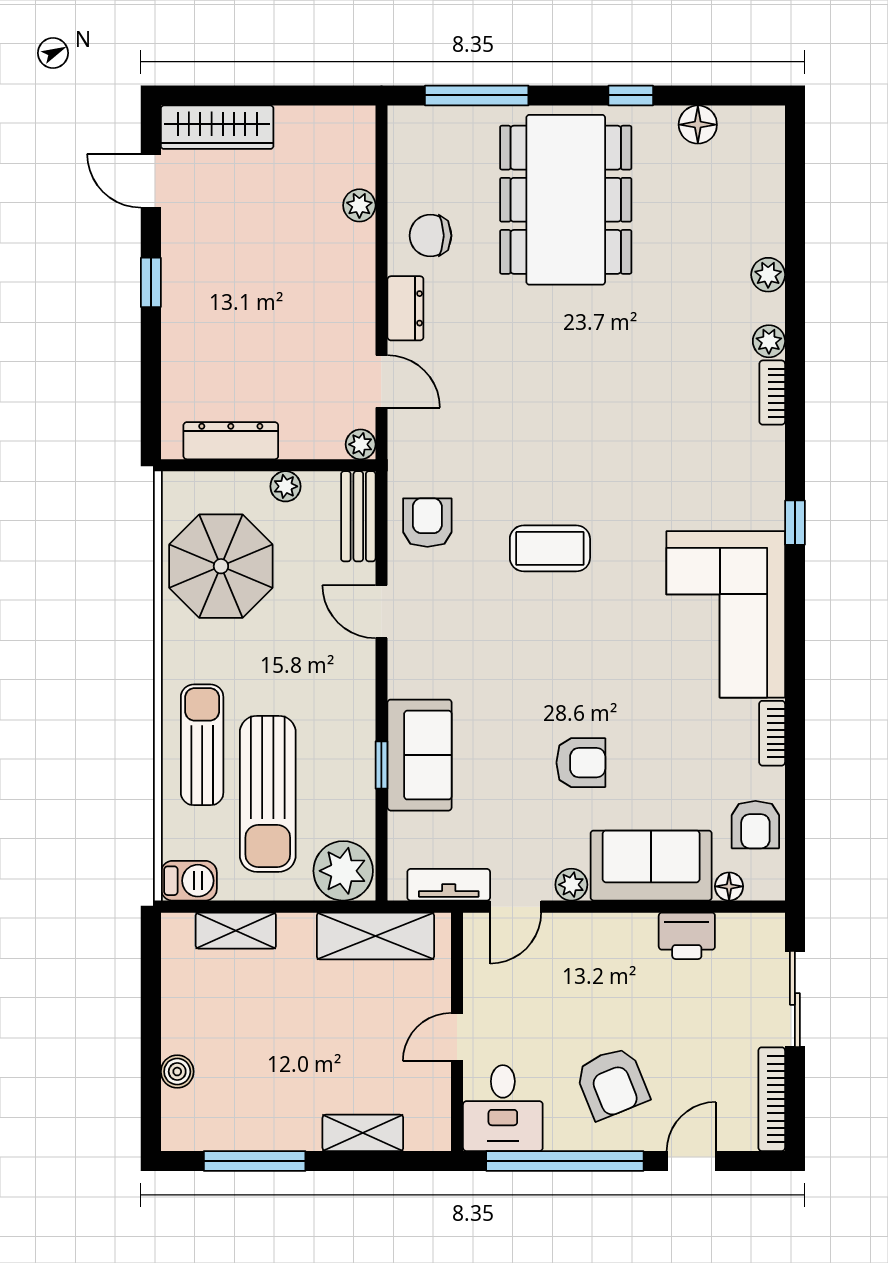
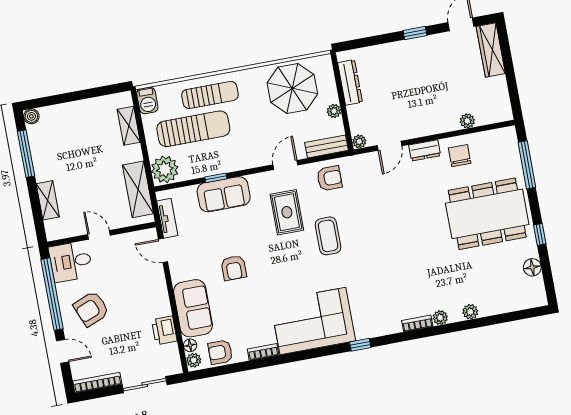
rug: (483, 627) -> (287, 212), added
sun lounger: (268, 794) -> (193, 129), turned 180
plant: (571, 885) -> (194, 360), moved
boiler: (177, 1072) -> (31, 116), moved

